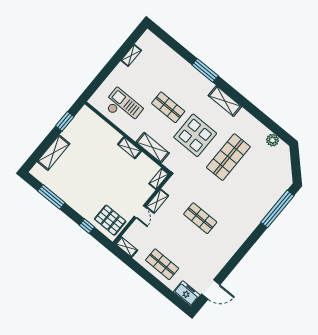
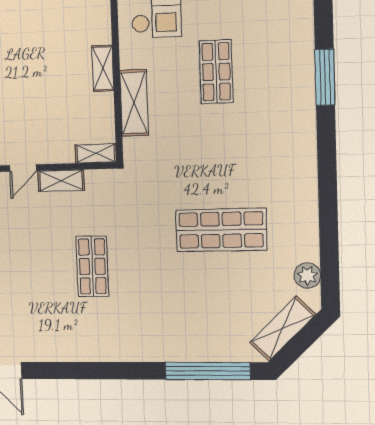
shelving: (225, 101) -> (283, 329), moved, turned 45
display table: (195, 135) -> (210, 151), removed

